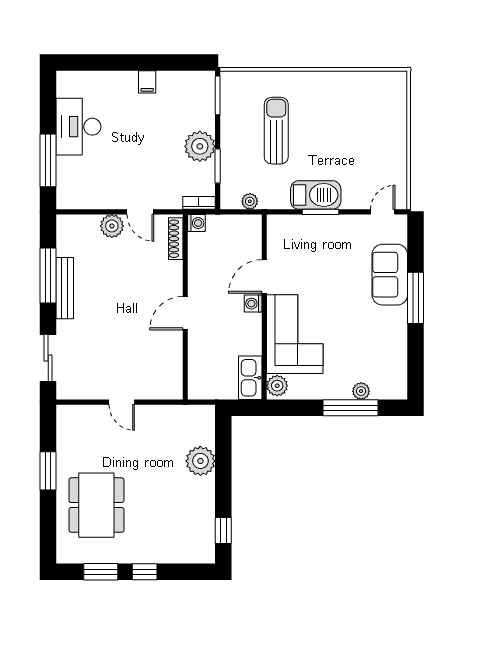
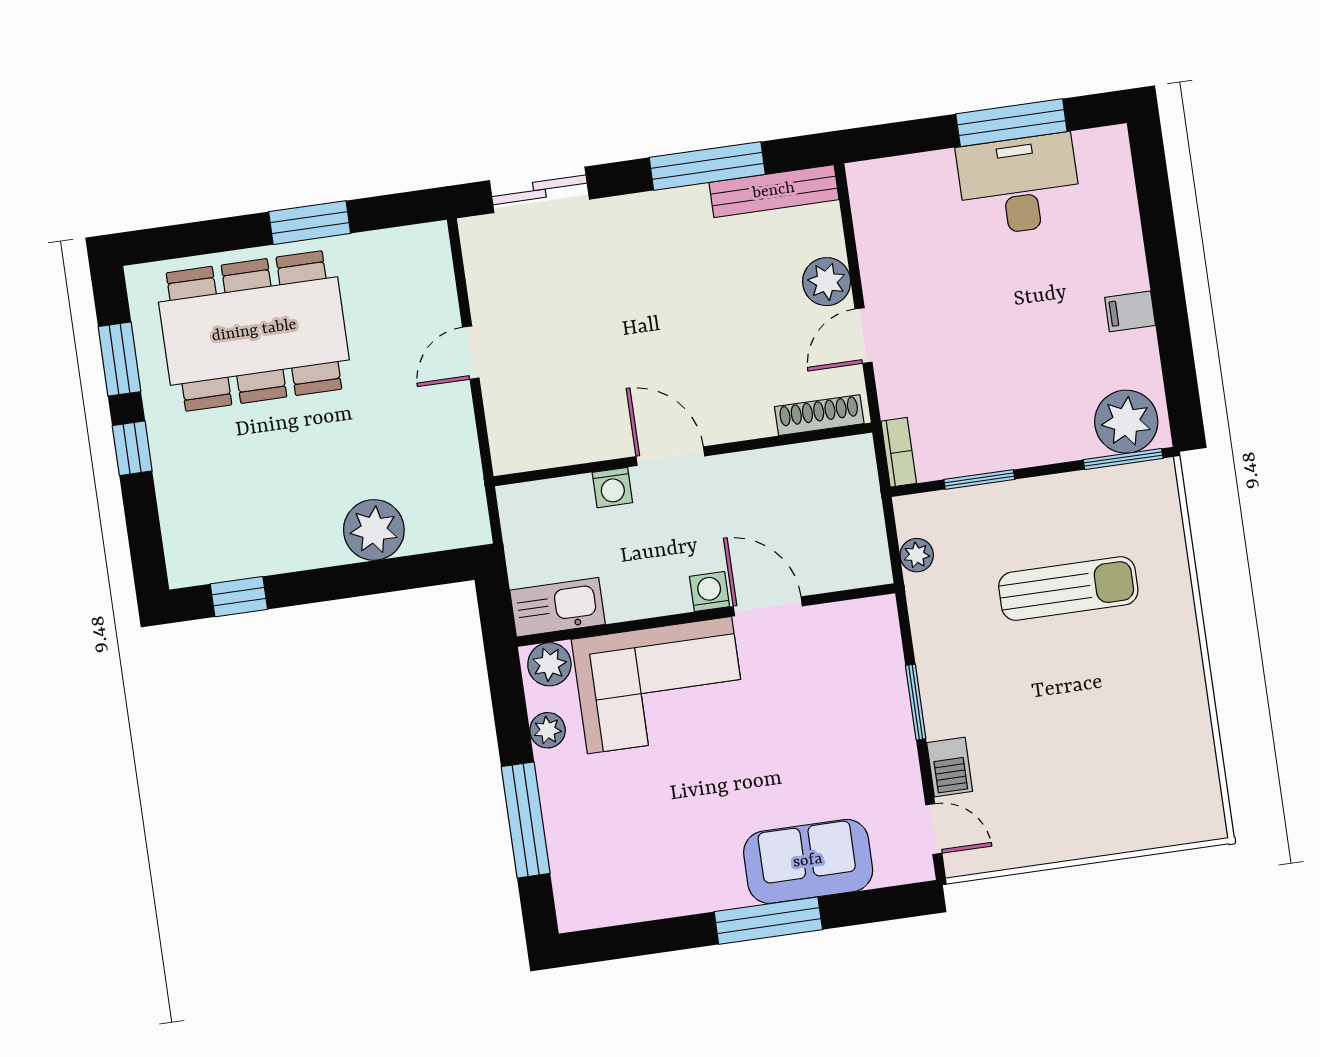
plant: (200, 146) -> (1126, 422), moved
window: (48, 160) -> (1011, 123), moved
barbecue: (316, 195) -> (950, 767), moved, width x0.53, depth x0.65
washing machine: (196, 223) -> (612, 488), moved
bench: (65, 288) -> (774, 191), moved
plant: (361, 391) -> (548, 730), moved
dining table: (96, 505) -> (254, 331), width x1.36, depth x1.24

